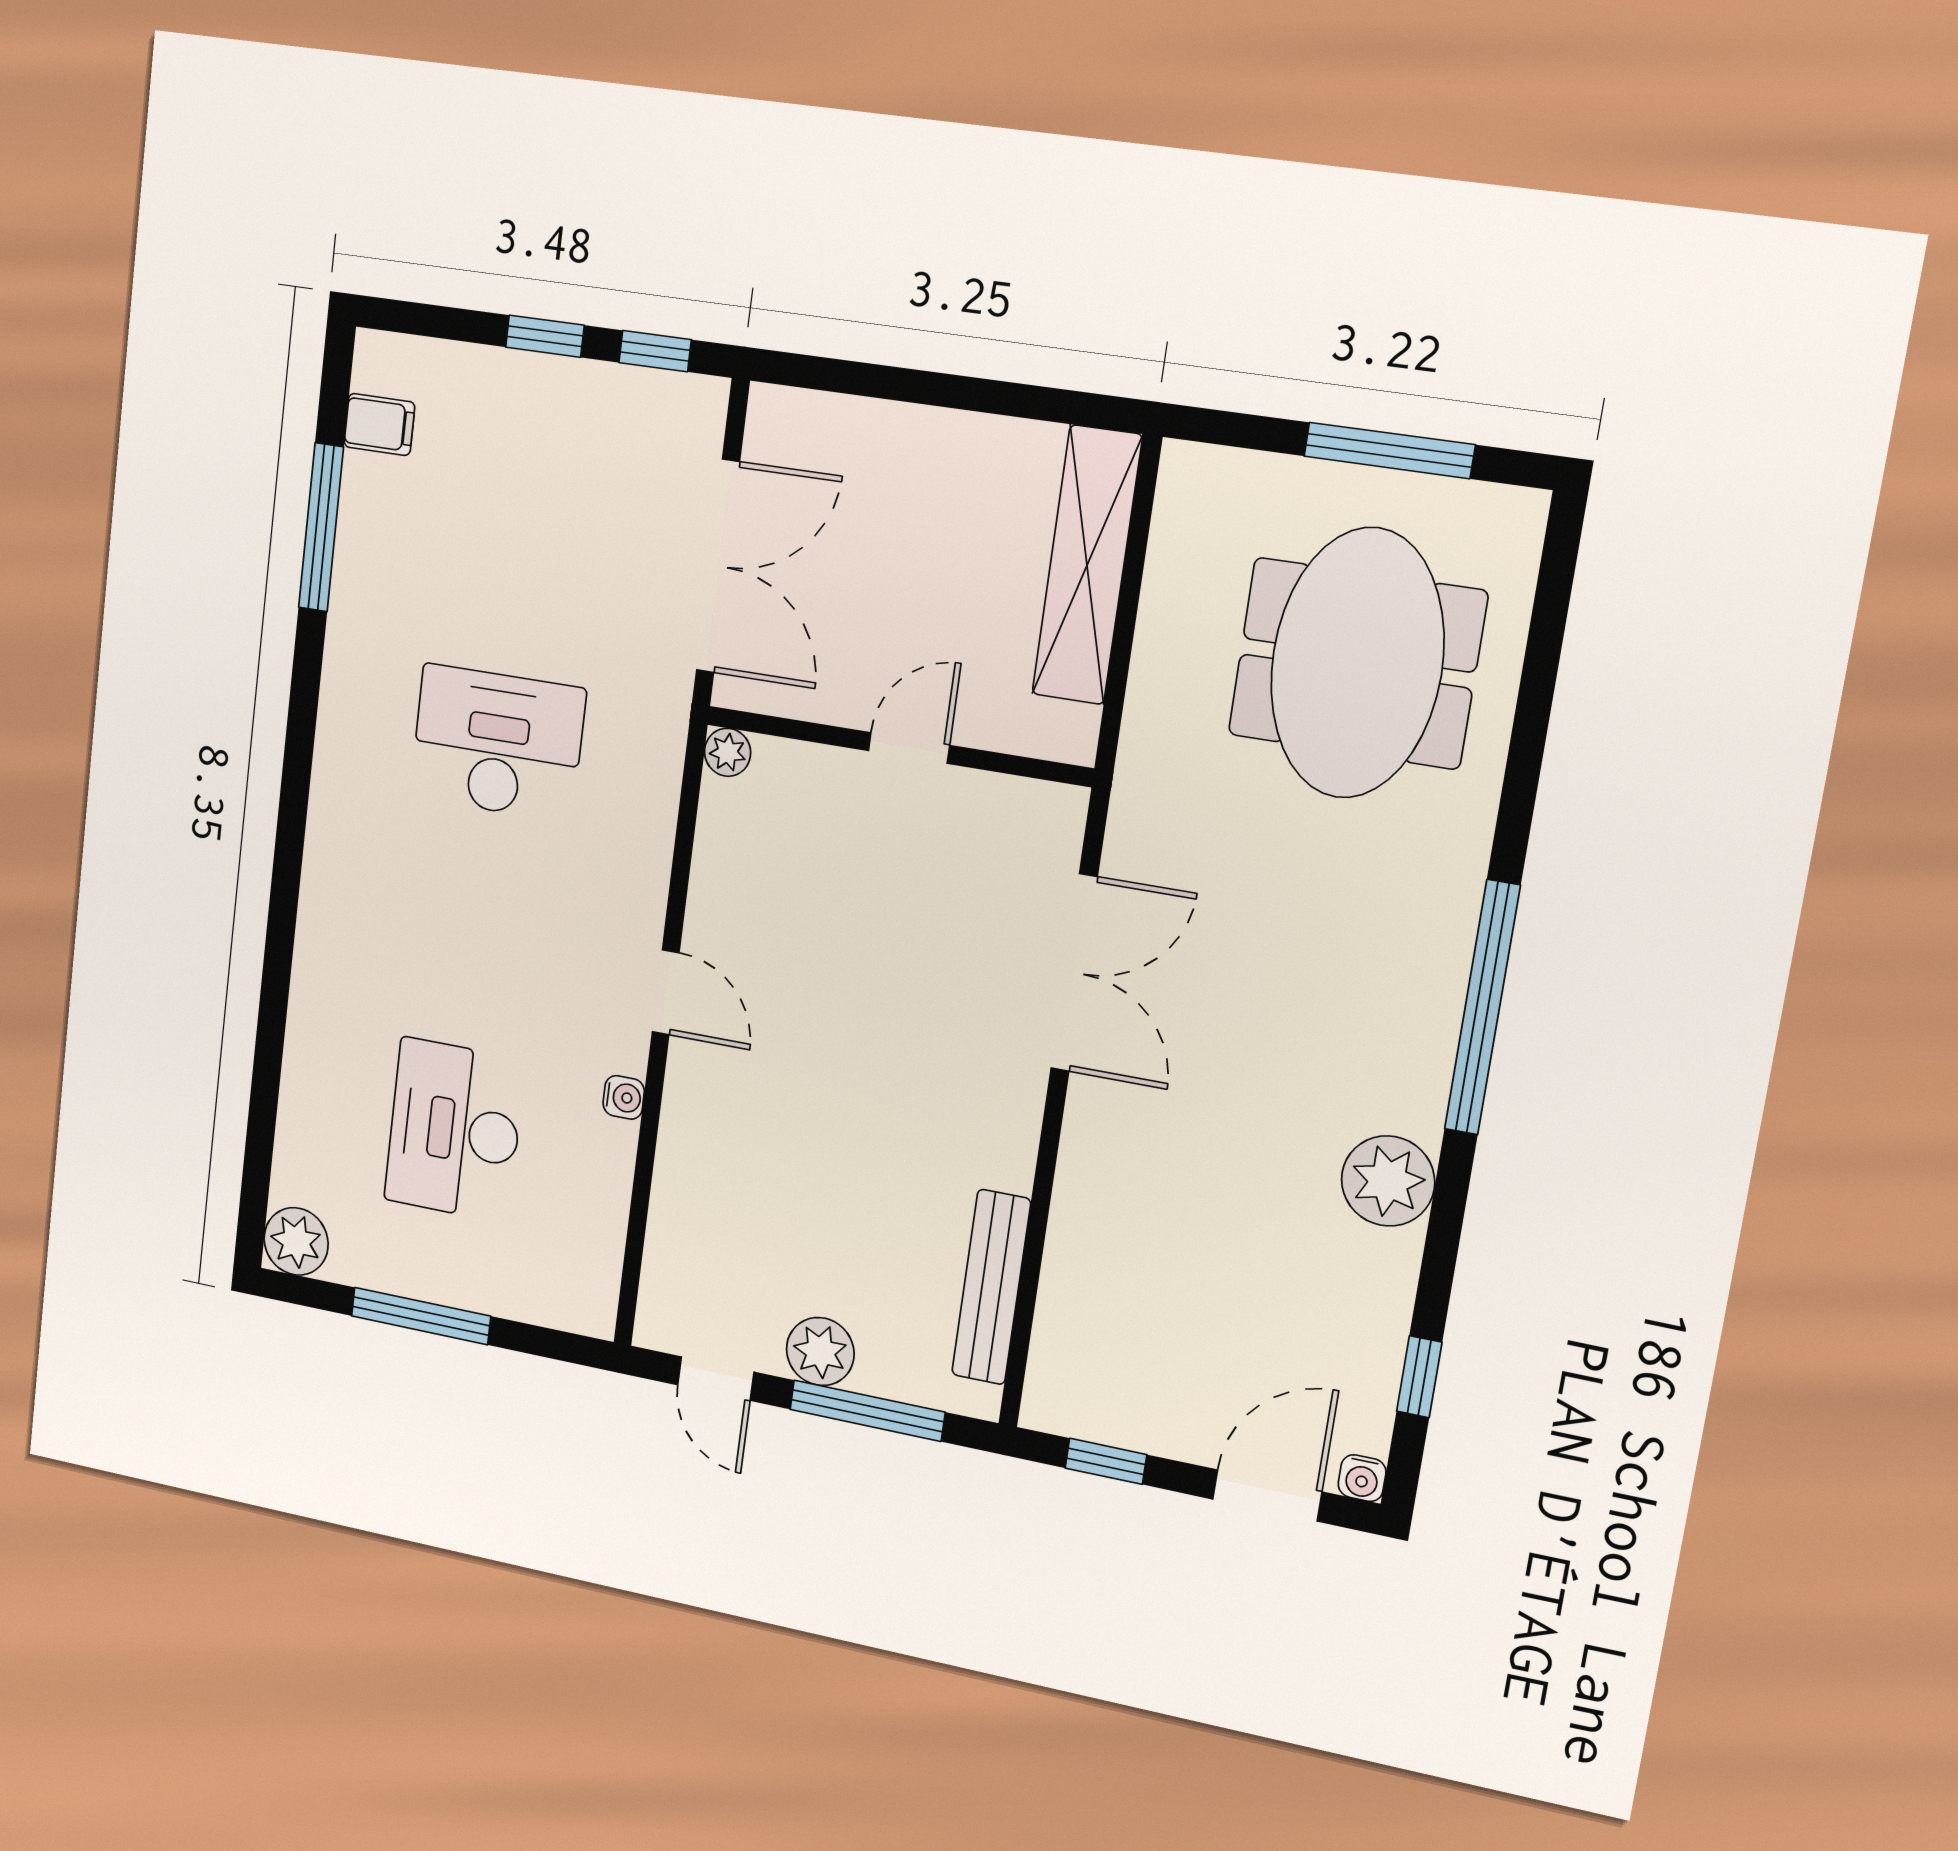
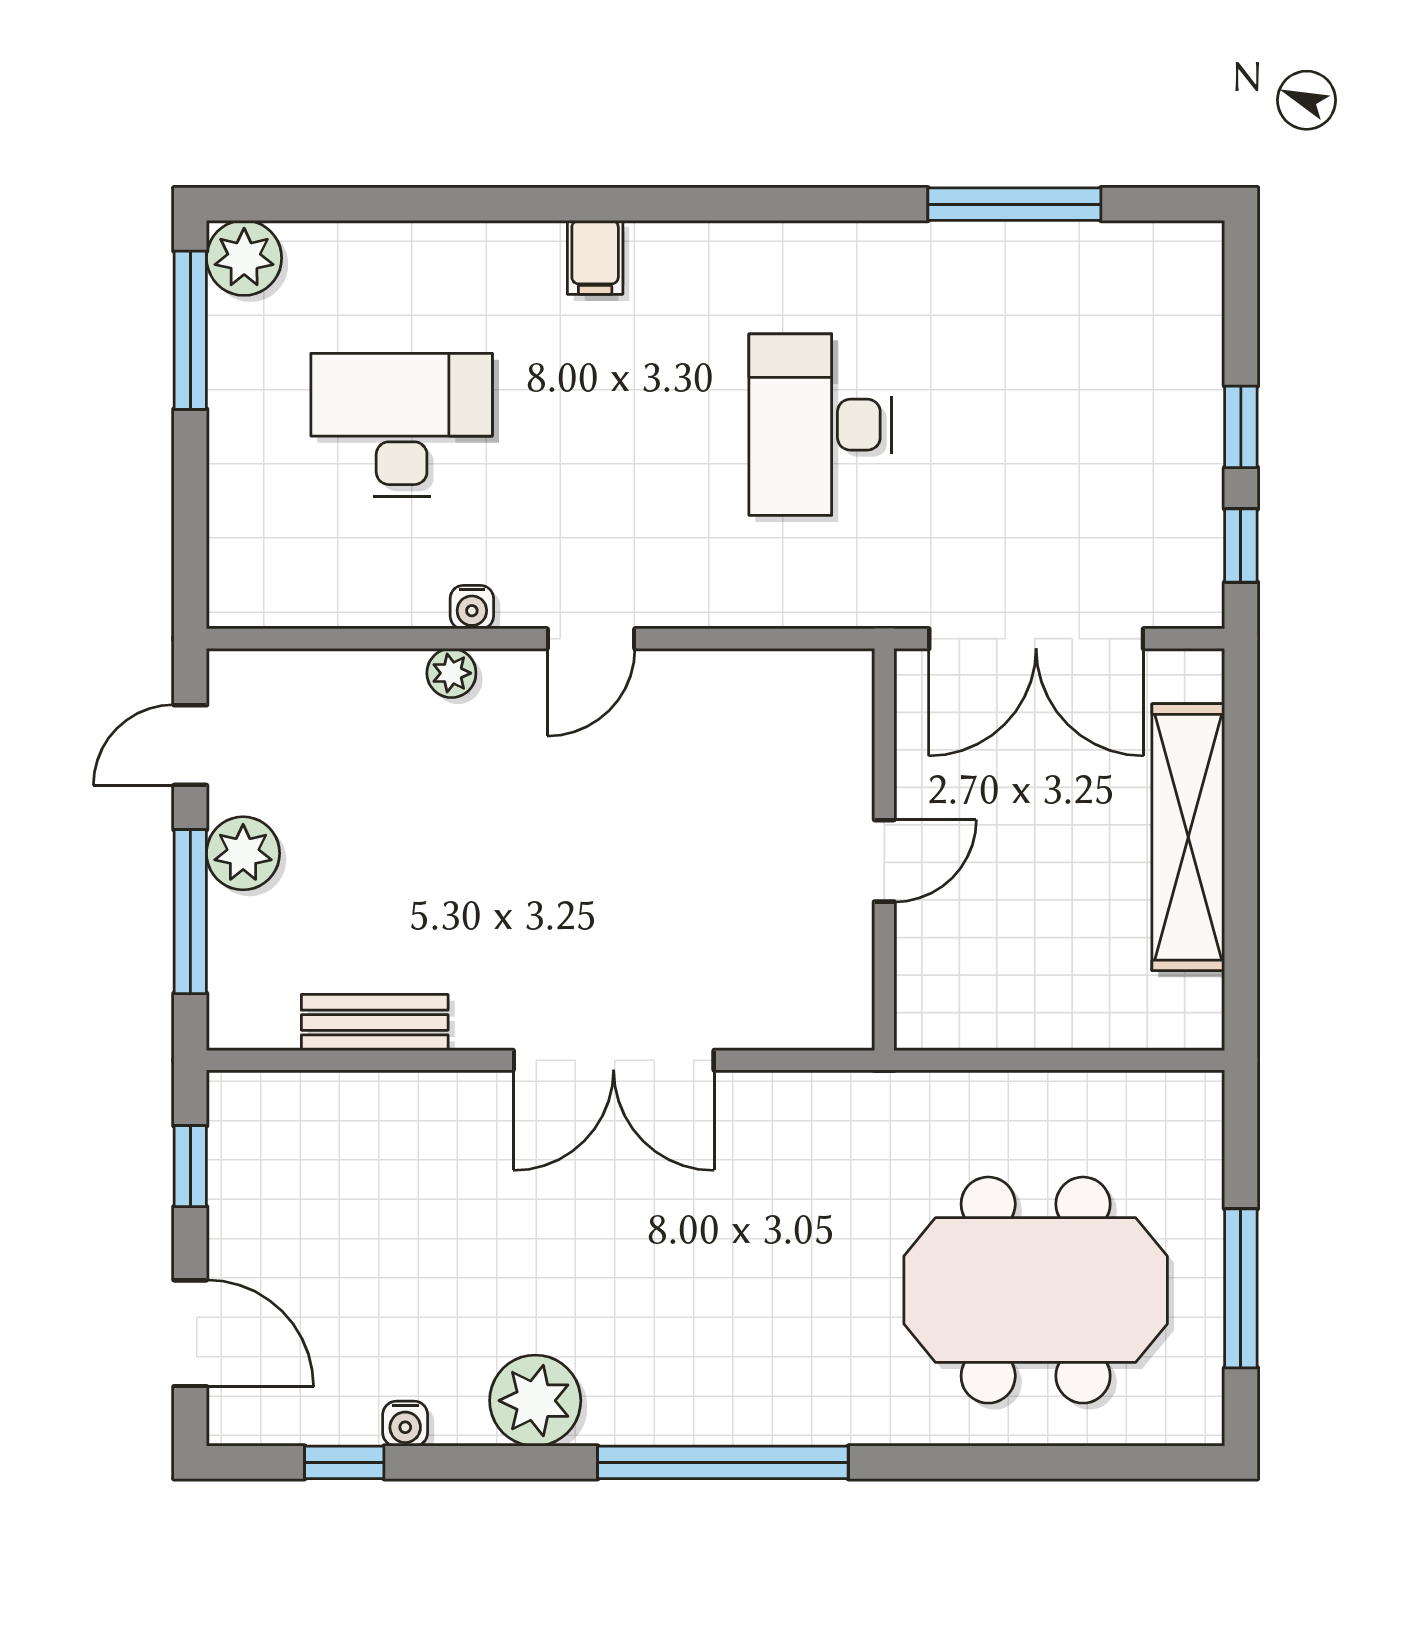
filing cabinet: (379, 424) -> (595, 257), moved
shelving: (1087, 565) -> (1188, 837), moved, turned 90
desk: (498, 743) -> (820, 425), turned 180
door: (909, 748) -> (884, 861), hinge flipped
plant: (728, 752) -> (451, 673), moved
double door: (1074, 973) -> (614, 1060), moved
bench: (991, 1287) -> (375, 1023), width x0.73
window: (421, 1316) -> (190, 330), moved
water cooler: (1362, 1478) -> (405, 1424), moved, turned -90

